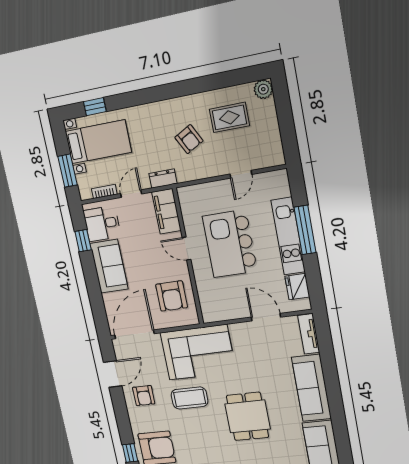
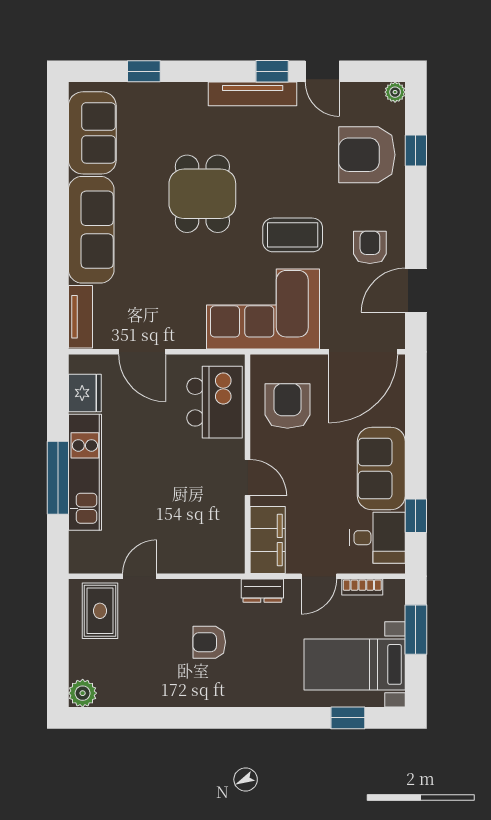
rug: (229, 117) -> (100, 611), moved, turned 90
armchair: (189, 139) -> (209, 642), turned -62
kitchen island: (230, 244) -> (214, 402), moved, width x0.73, depth x0.78

